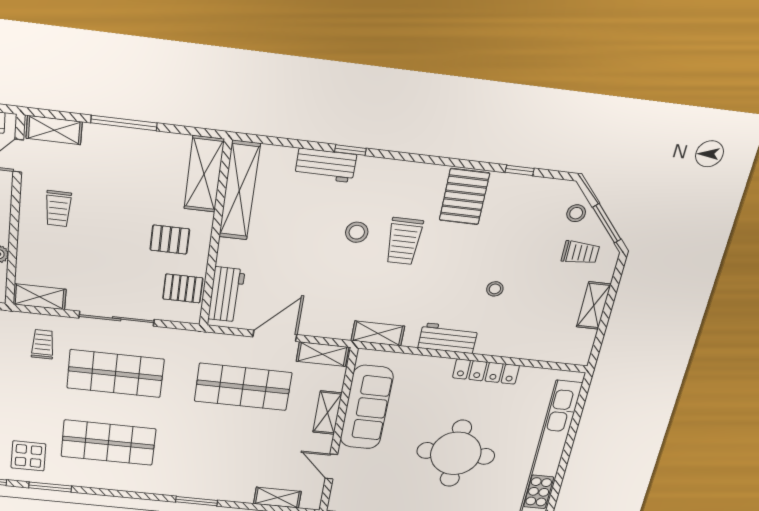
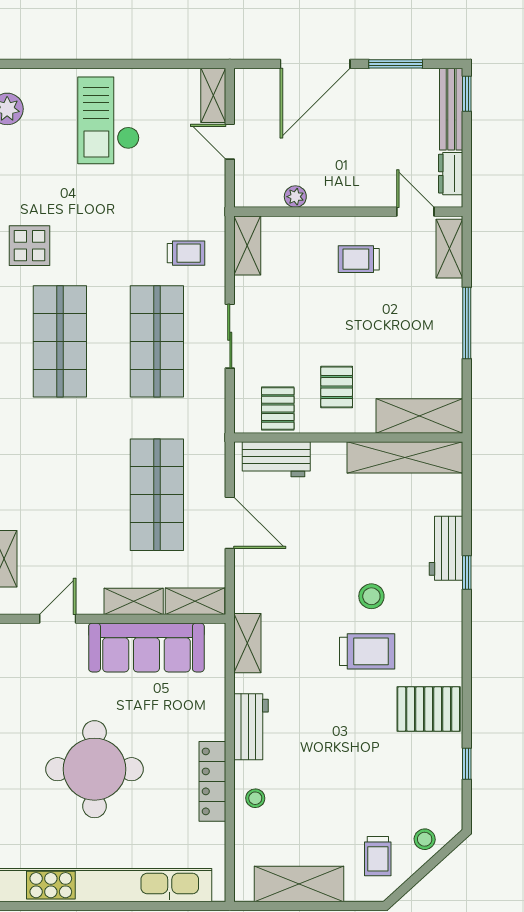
window: (607, 223) -> (417, 877), removed
trolley: (404, 241) -> (367, 651), turned 180
stool: (495, 289) -> (255, 798), moved
shelving: (594, 306) -> (299, 884), width x1.50, depth x1.33
sliding door: (117, 319) -> (230, 336), width x0.73
shelving: (323, 354) -> (195, 601), moved, turned 90

